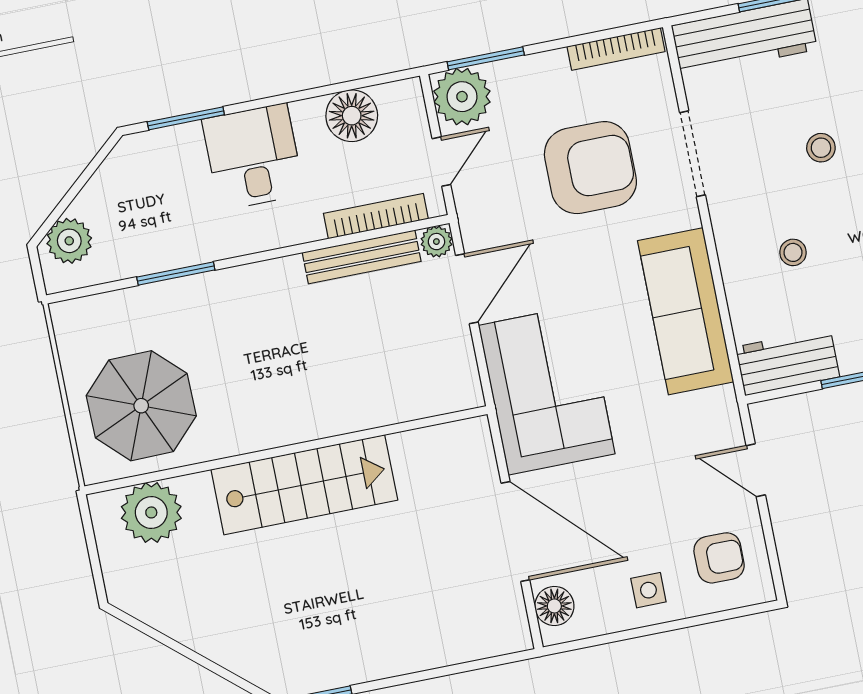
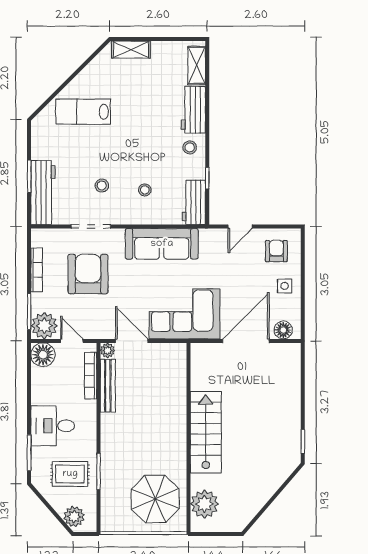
bookcase: (616, 49) -> (37, 270), moved
floor lamp: (352, 116) -> (43, 355), moved
stool: (821, 148) -> (102, 185), moved
rug: (158, 214) -> (70, 474), added

